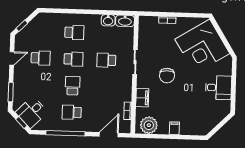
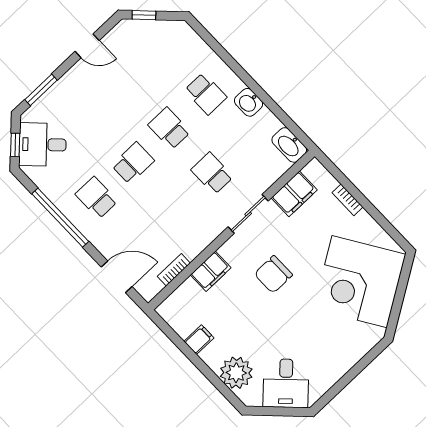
washbasin: (108, 20) -> (249, 102), moved
filing cabinet: (145, 37) -> (294, 194), added
school desk: (41, 58) -> (126, 83), removed
school desk: (73, 59) -> (169, 128), turned 180
desk: (218, 88) -> (286, 383), moved, turned 45
plant: (149, 125) -> (236, 373), moved
filing cabinet: (174, 128) -> (199, 340), moved

